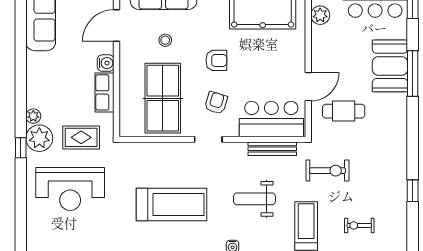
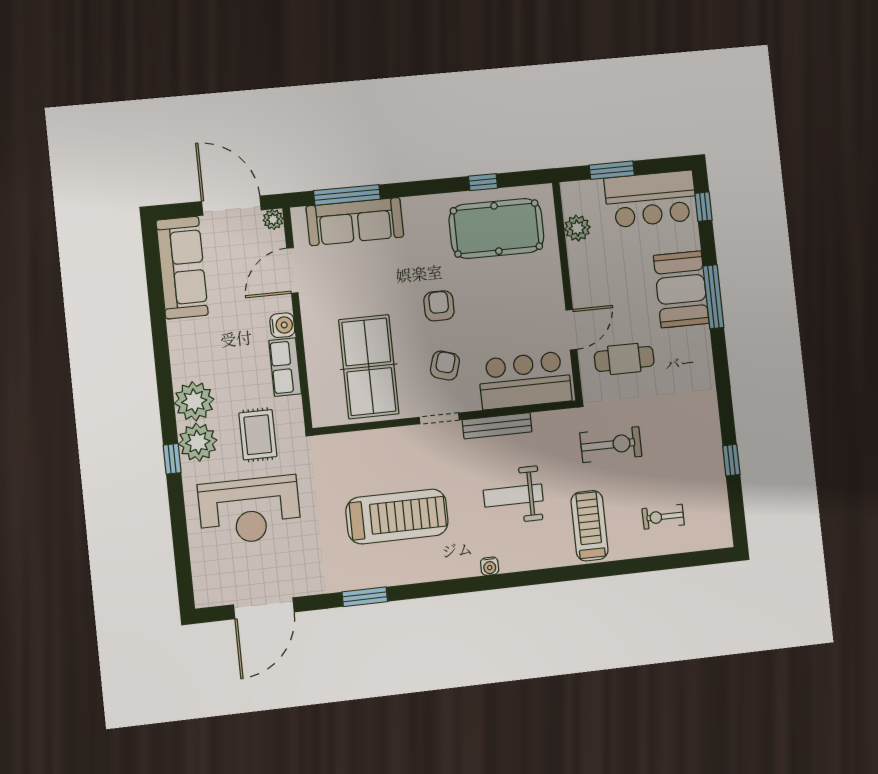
stool: (165, 40) -> (364, 284), removed
armchair: (216, 60) -> (439, 306), turned -90
plant: (33, 116) -> (194, 401), width x1.87, depth x1.87
rug: (81, 137) -> (258, 435), turned 90
bench: (272, 149) -> (497, 426), moved

